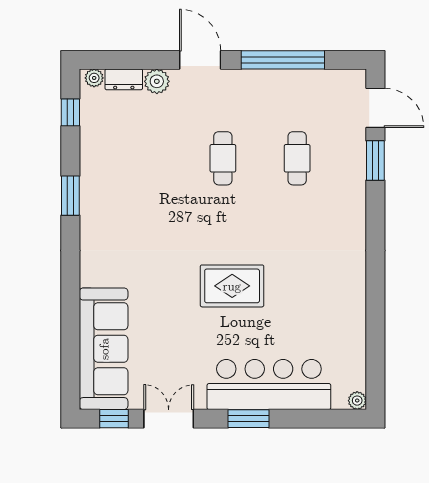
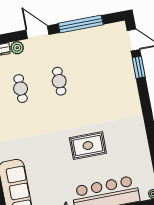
cafe table: (297, 158) -> (21, 89), moved
rug: (232, 286) -> (88, 146), moved

